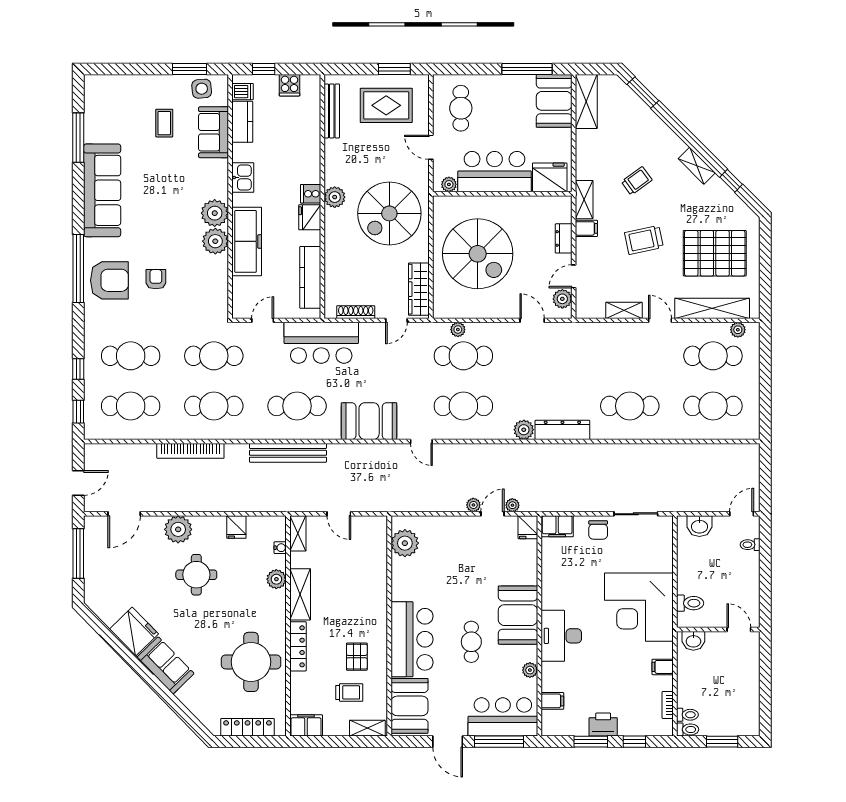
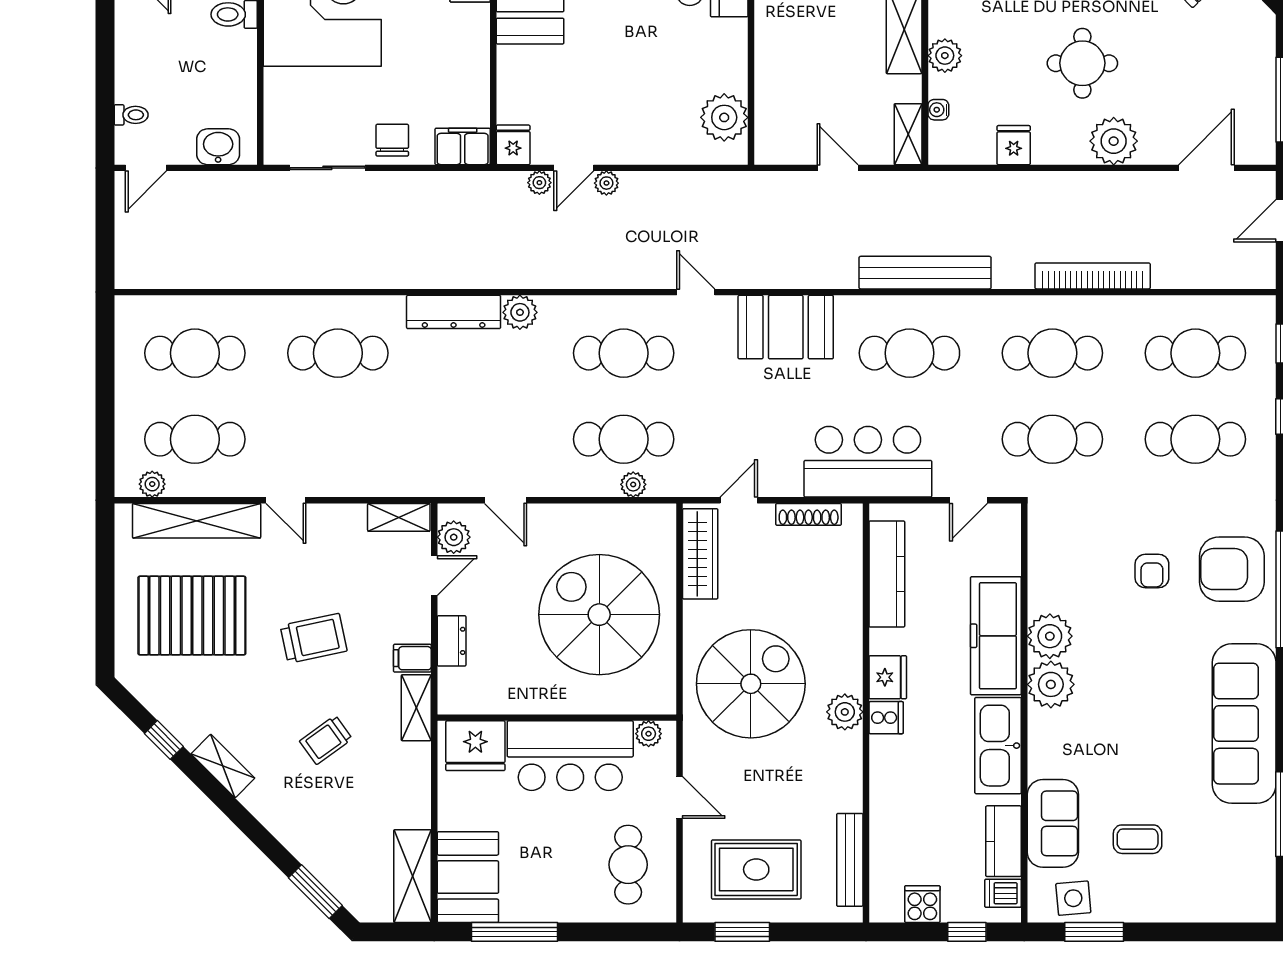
coffee table: (164, 123) -> (1138, 839), turned 90
kitchen sink: (243, 178) -> (998, 746), width x1.87, depth x1.24
shelving: (624, 310) -> (399, 517), moved

